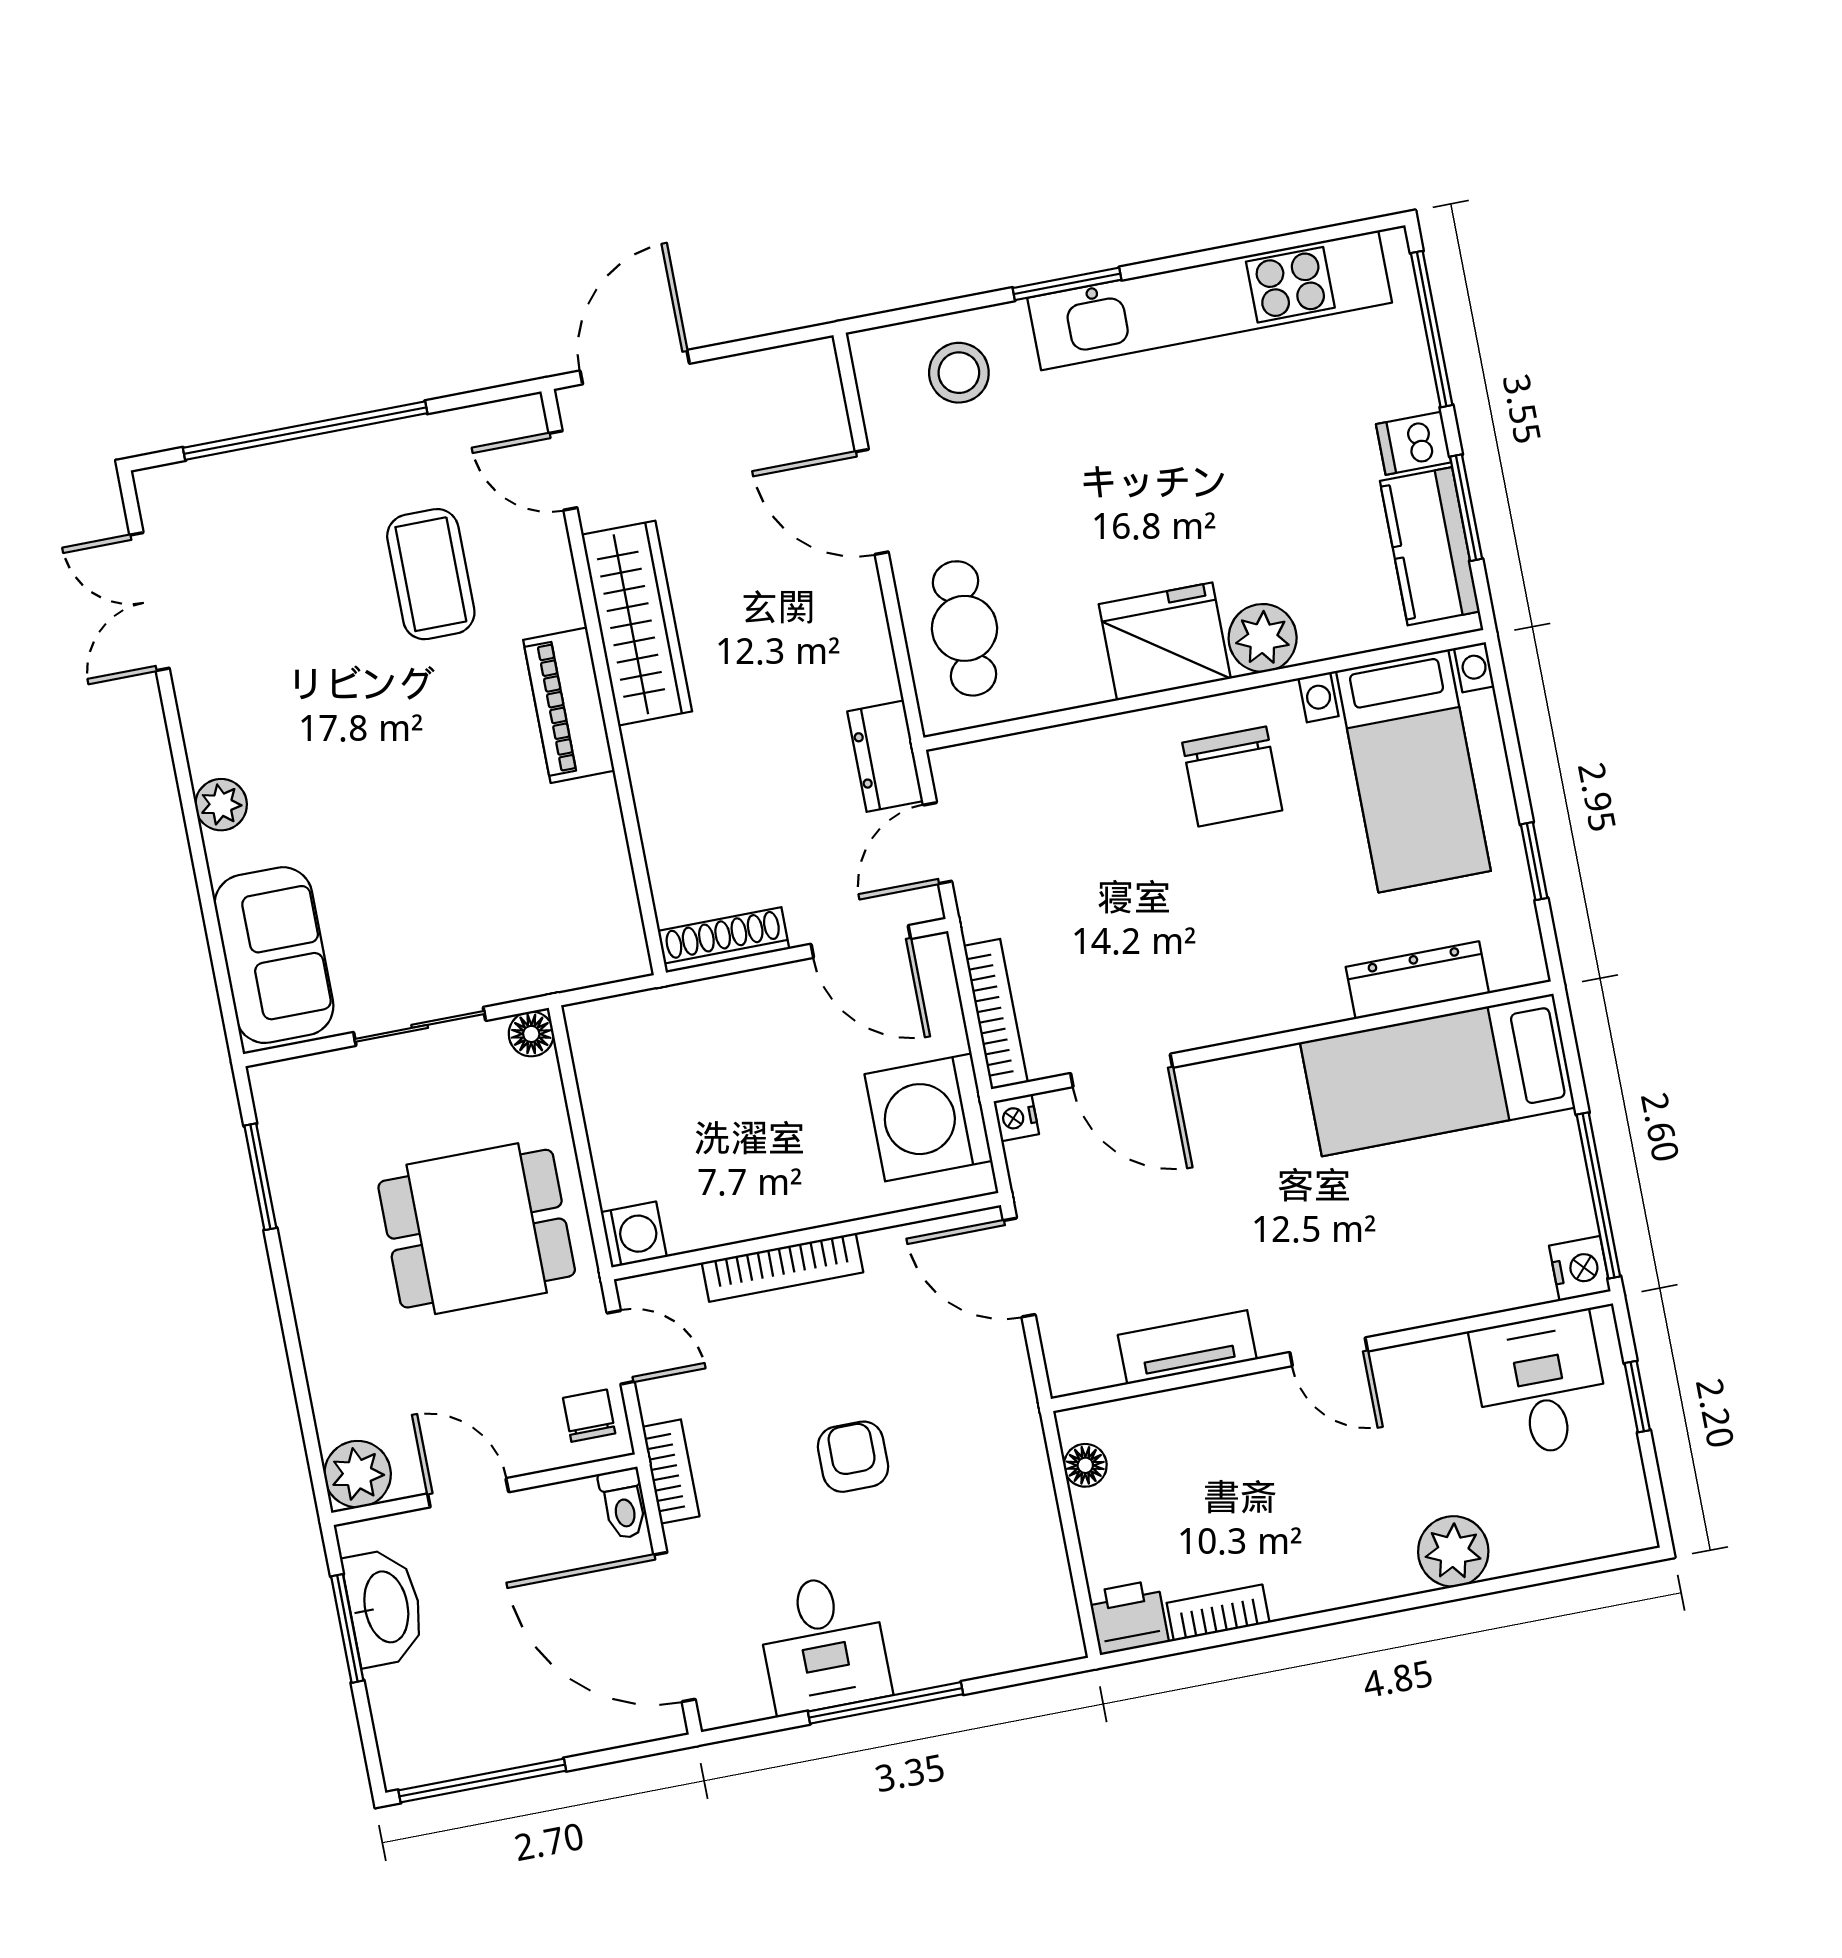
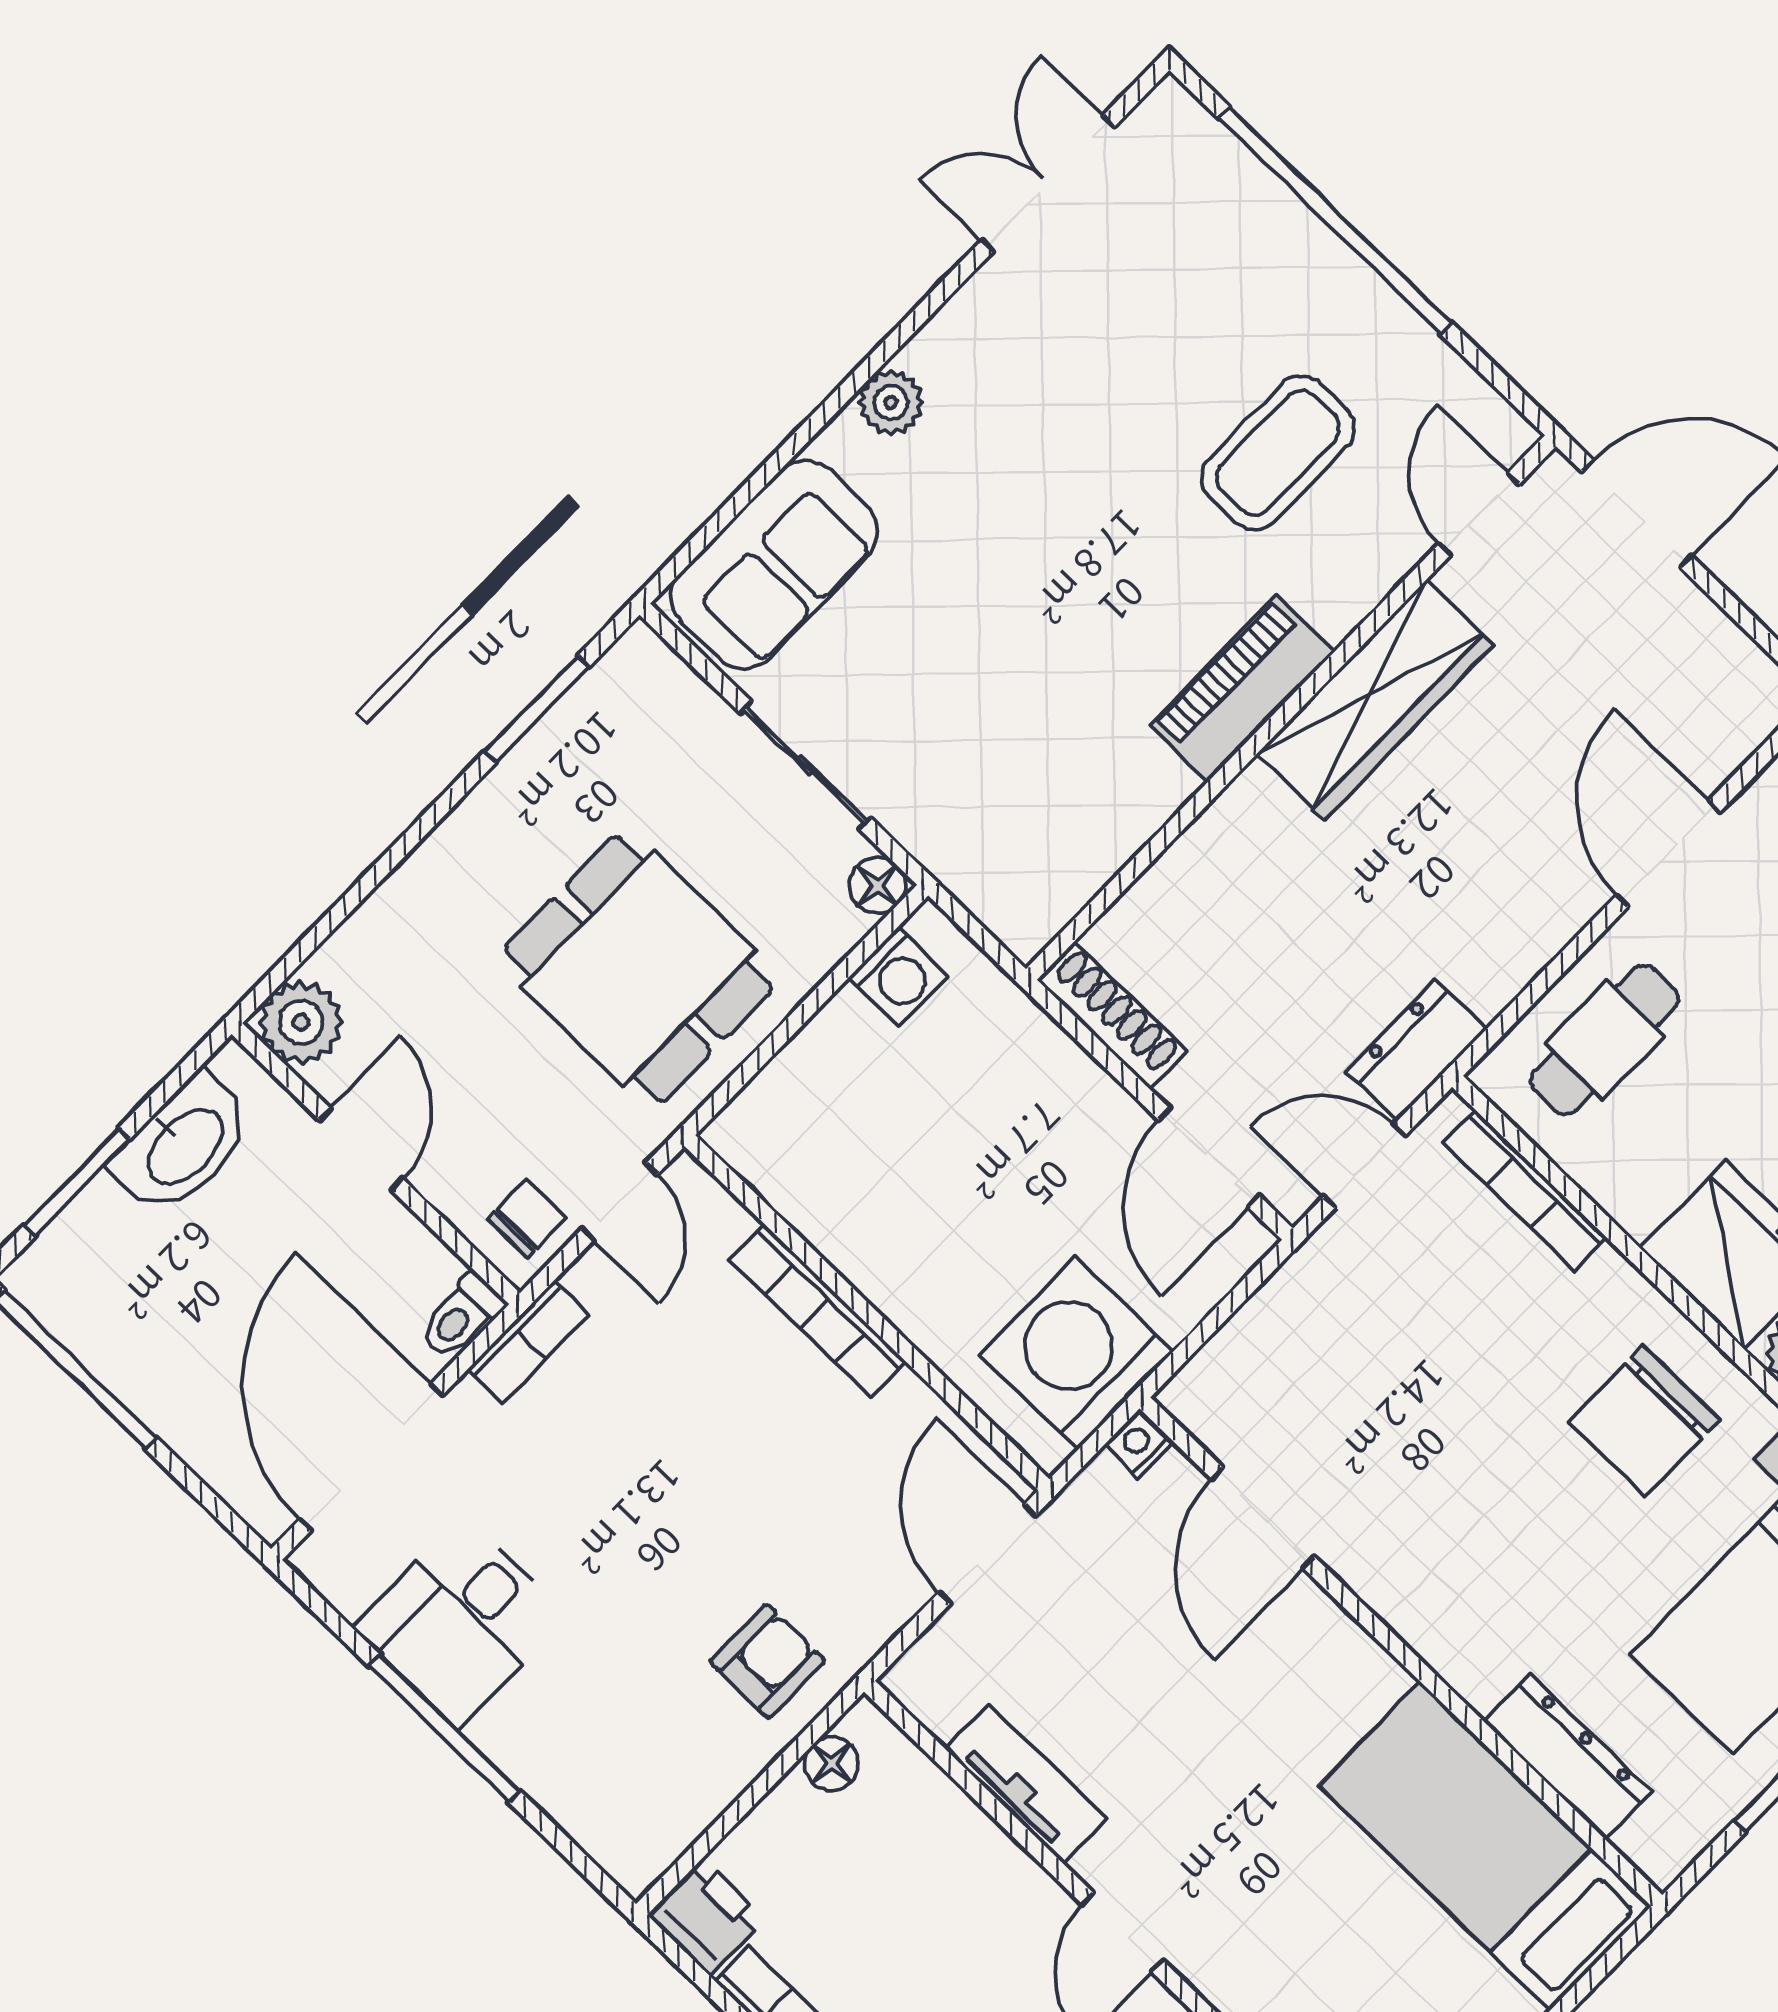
bookcase: (996, 1014) -> (1525, 1190), moved, turned 90
washing machine: (634, 1234) -> (898, 977), moved
armchair: (853, 1457) -> (767, 1661), moved
window: (347, 1628) -> (77, 1182), moved

